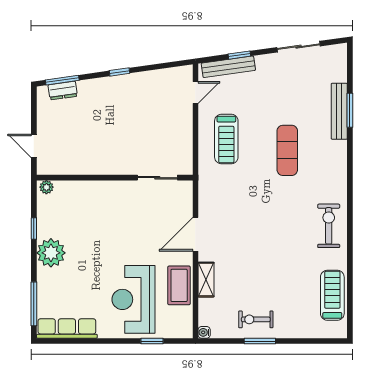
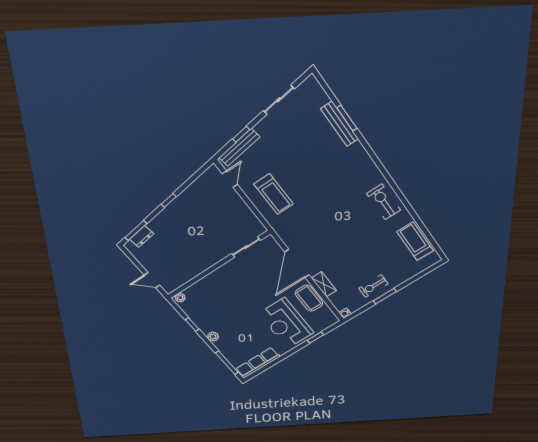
exercise mat: (287, 150) -> (321, 174), removed
door: (195, 234) -> (297, 263), width x1.36
plant: (51, 253) -> (213, 337), width x0.53, depth x0.53

